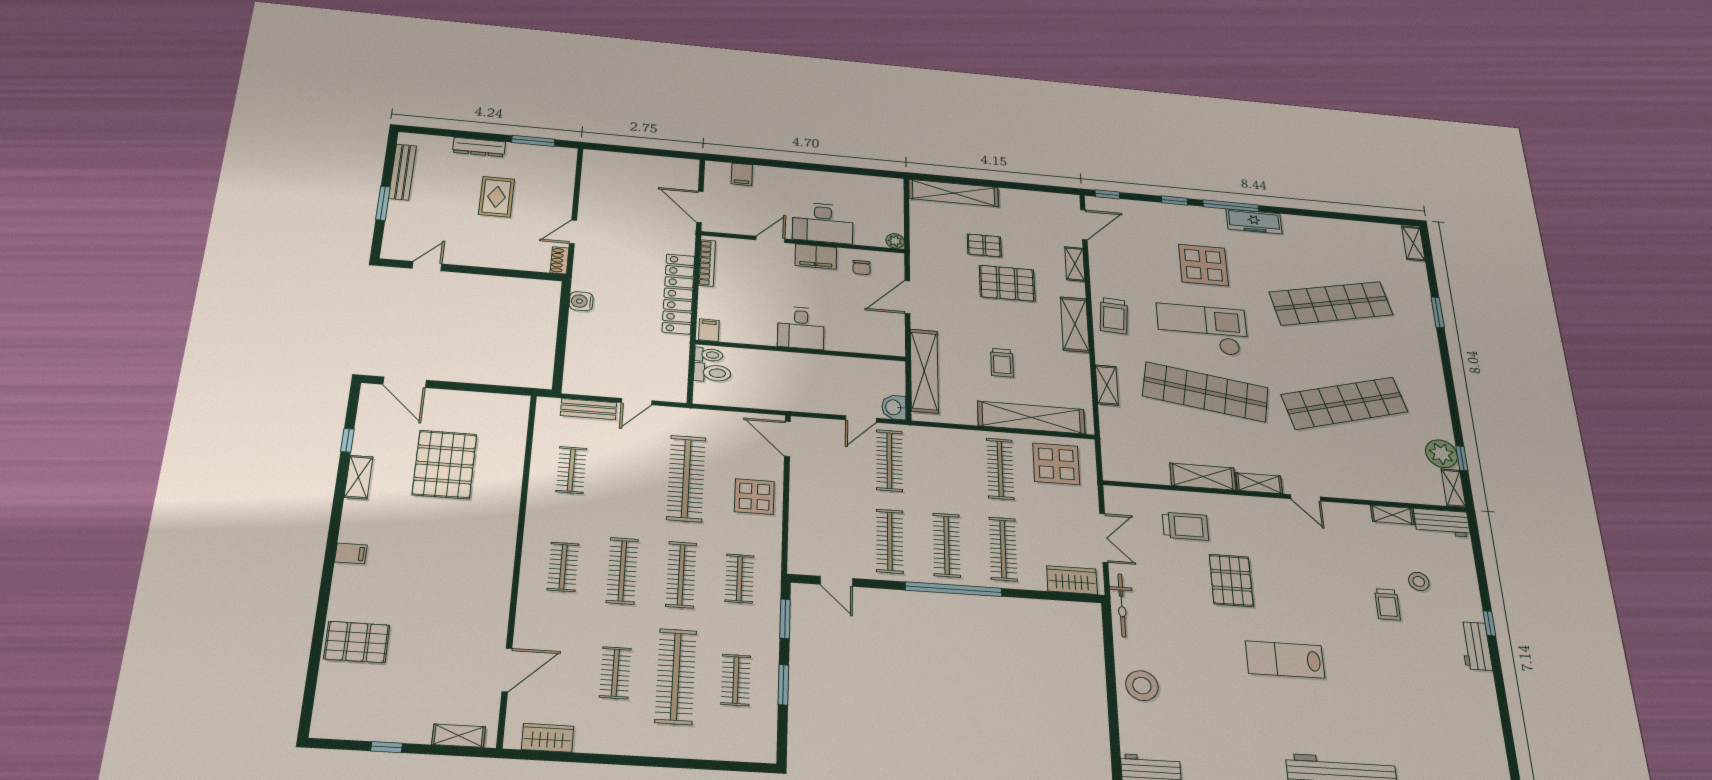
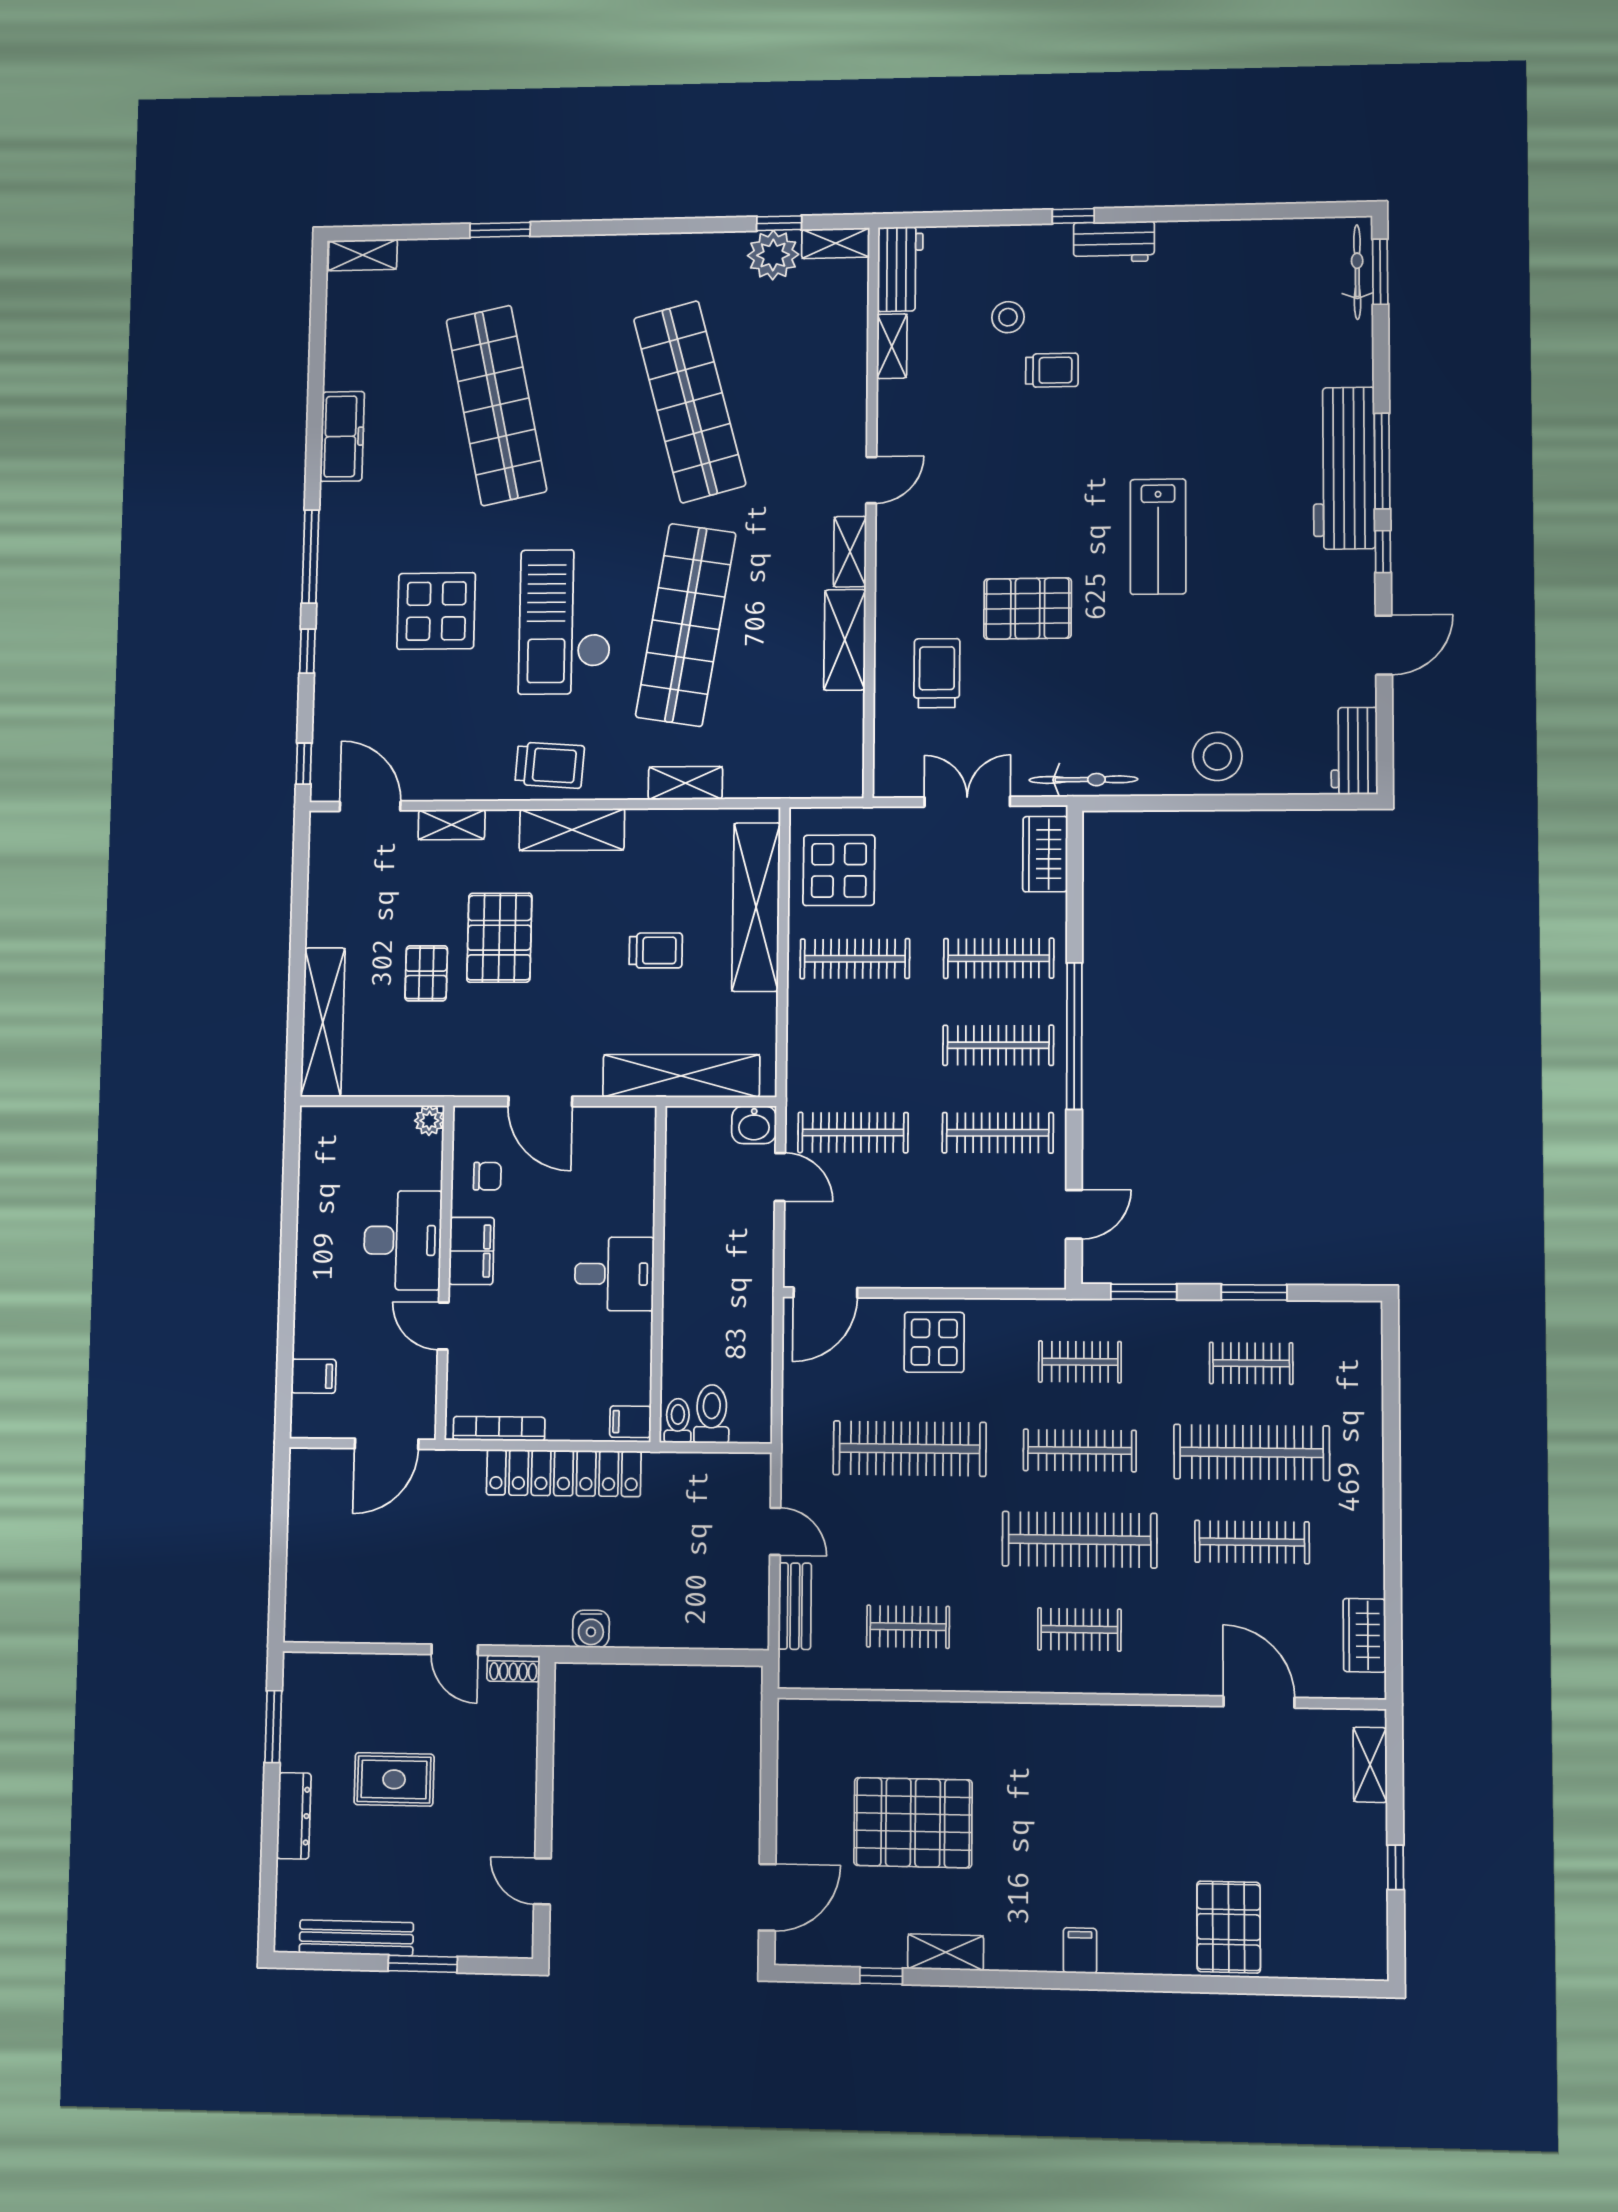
freezer: (1254, 221) -> (342, 436), moved
clothes rail: (622, 571) -> (1080, 1540), width x1.37, depth x1.31
clothes rail: (615, 673) -> (1252, 1542), width x1.36

